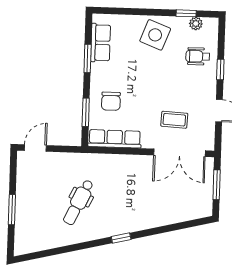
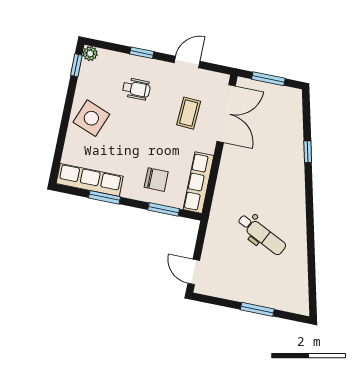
window: (186, 13) -> (76, 65), moved
plant: (196, 24) -> (90, 54), moved
row of seats: (101, 43) -> (90, 180), width x1.48
wheelchair: (198, 56) -> (136, 89), moved, turned -90
window: (121, 238) -> (308, 152), moved

